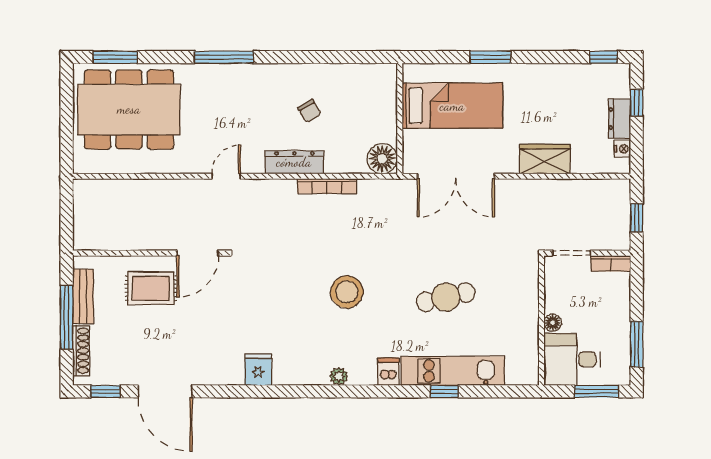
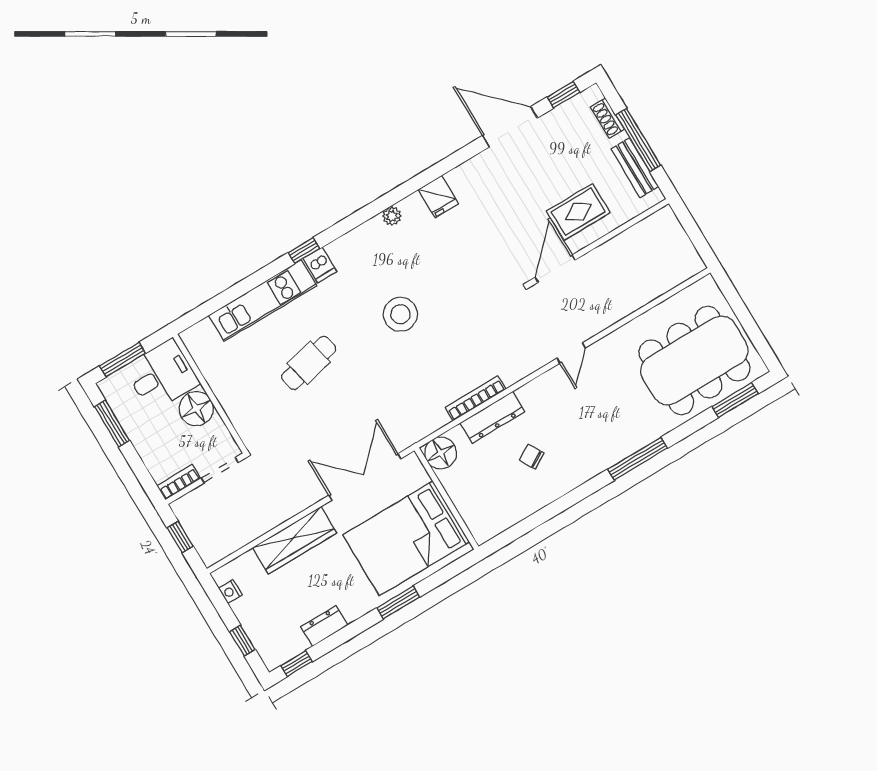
bed: (452, 106) -> (406, 538), width x1.50
dresser: (619, 119) -> (324, 626), moved, turned -90
wardrobe: (545, 159) -> (294, 540), width x1.50
dresser: (294, 162) -> (492, 417), moved
floor lamp: (553, 323) -> (196, 409), width x1.89, depth x1.89
shoe rack: (81, 351) -> (607, 118), width x0.70
plant: (339, 376) -> (392, 216), moved
window: (444, 391) -> (304, 251), moved

